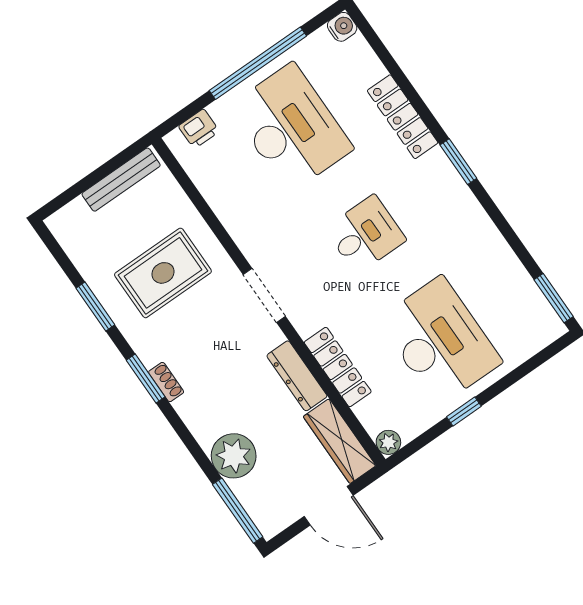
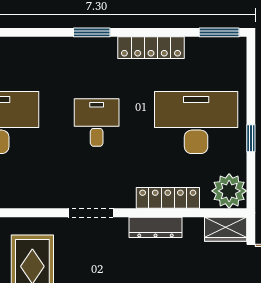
locker: (403, 117) -> (151, 48), moved
wardrobe: (340, 441) -> (226, 229), width x0.67
plant: (388, 442) -> (229, 191), width x1.88, depth x1.88

